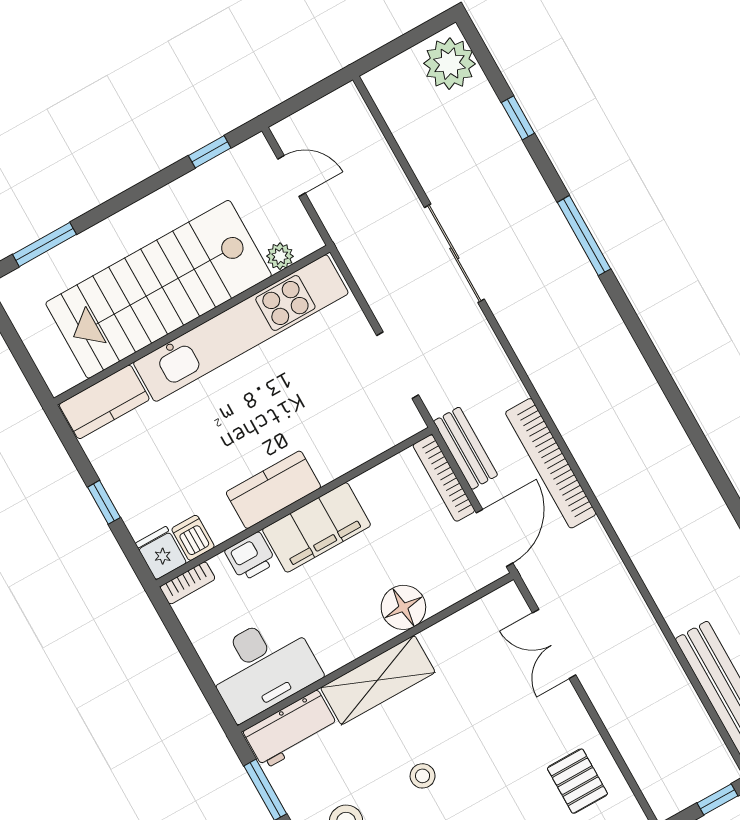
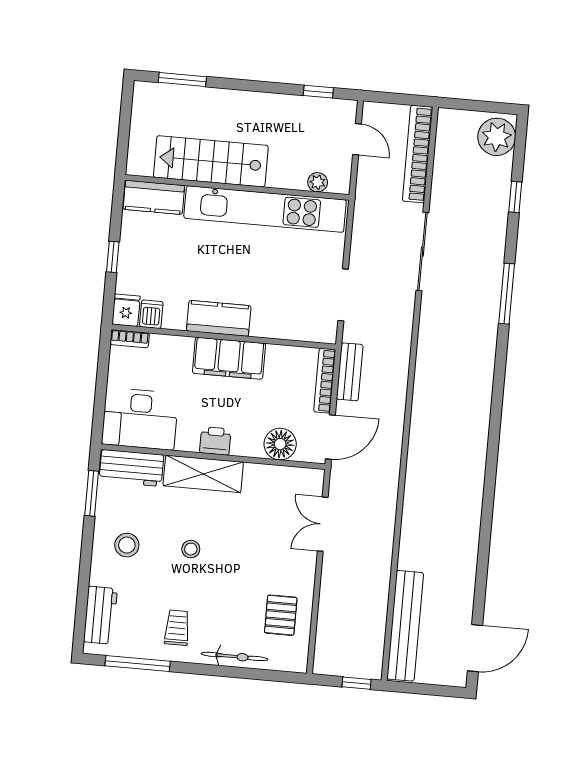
stairs: (159, 289) -> (211, 161), width x0.73, depth x0.66
bookcase: (551, 463) -> (418, 154), moved
printer: (250, 557) -> (215, 441), moved, turned 180
floor lamp: (403, 607) -> (280, 444), moved

